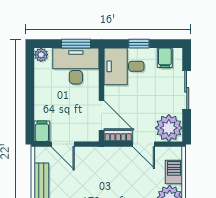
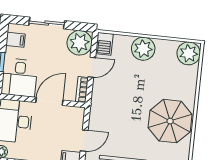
door: (101, 115) -> (49, 101), moved
barbecue: (174, 172) -> (104, 44), moved, turned -90

